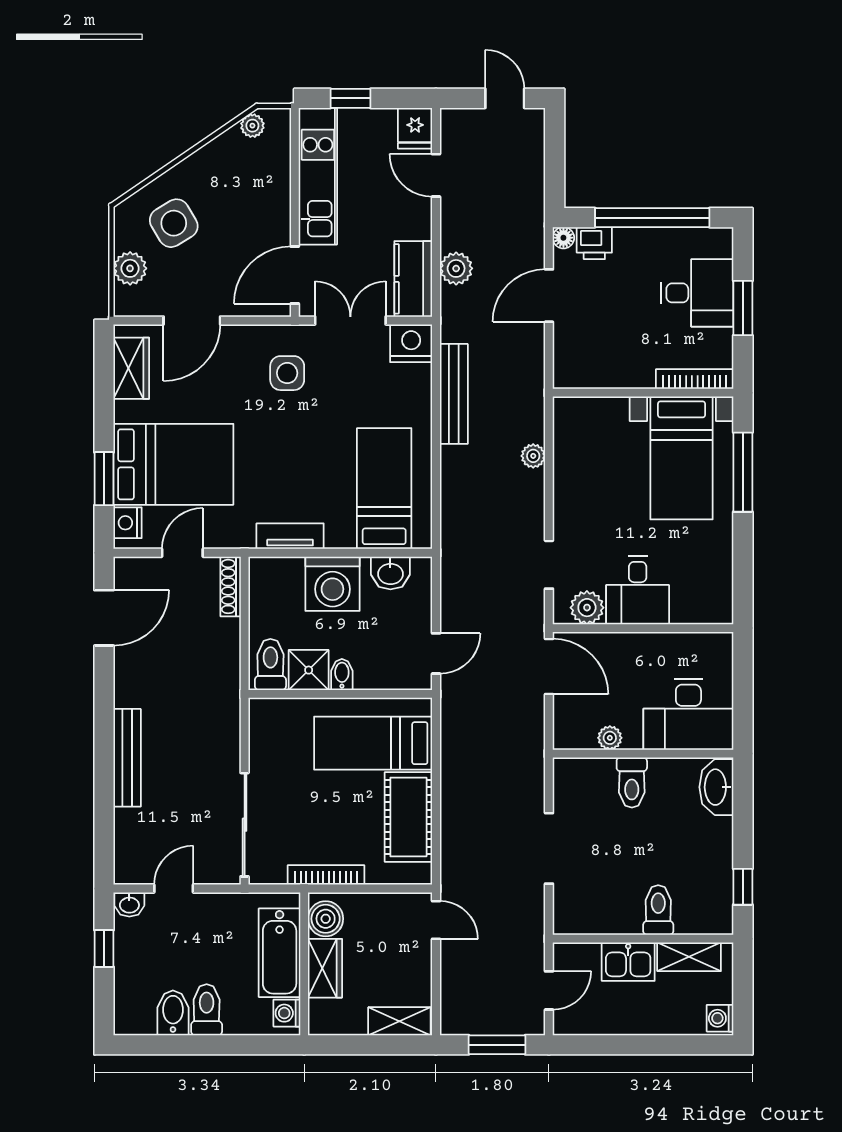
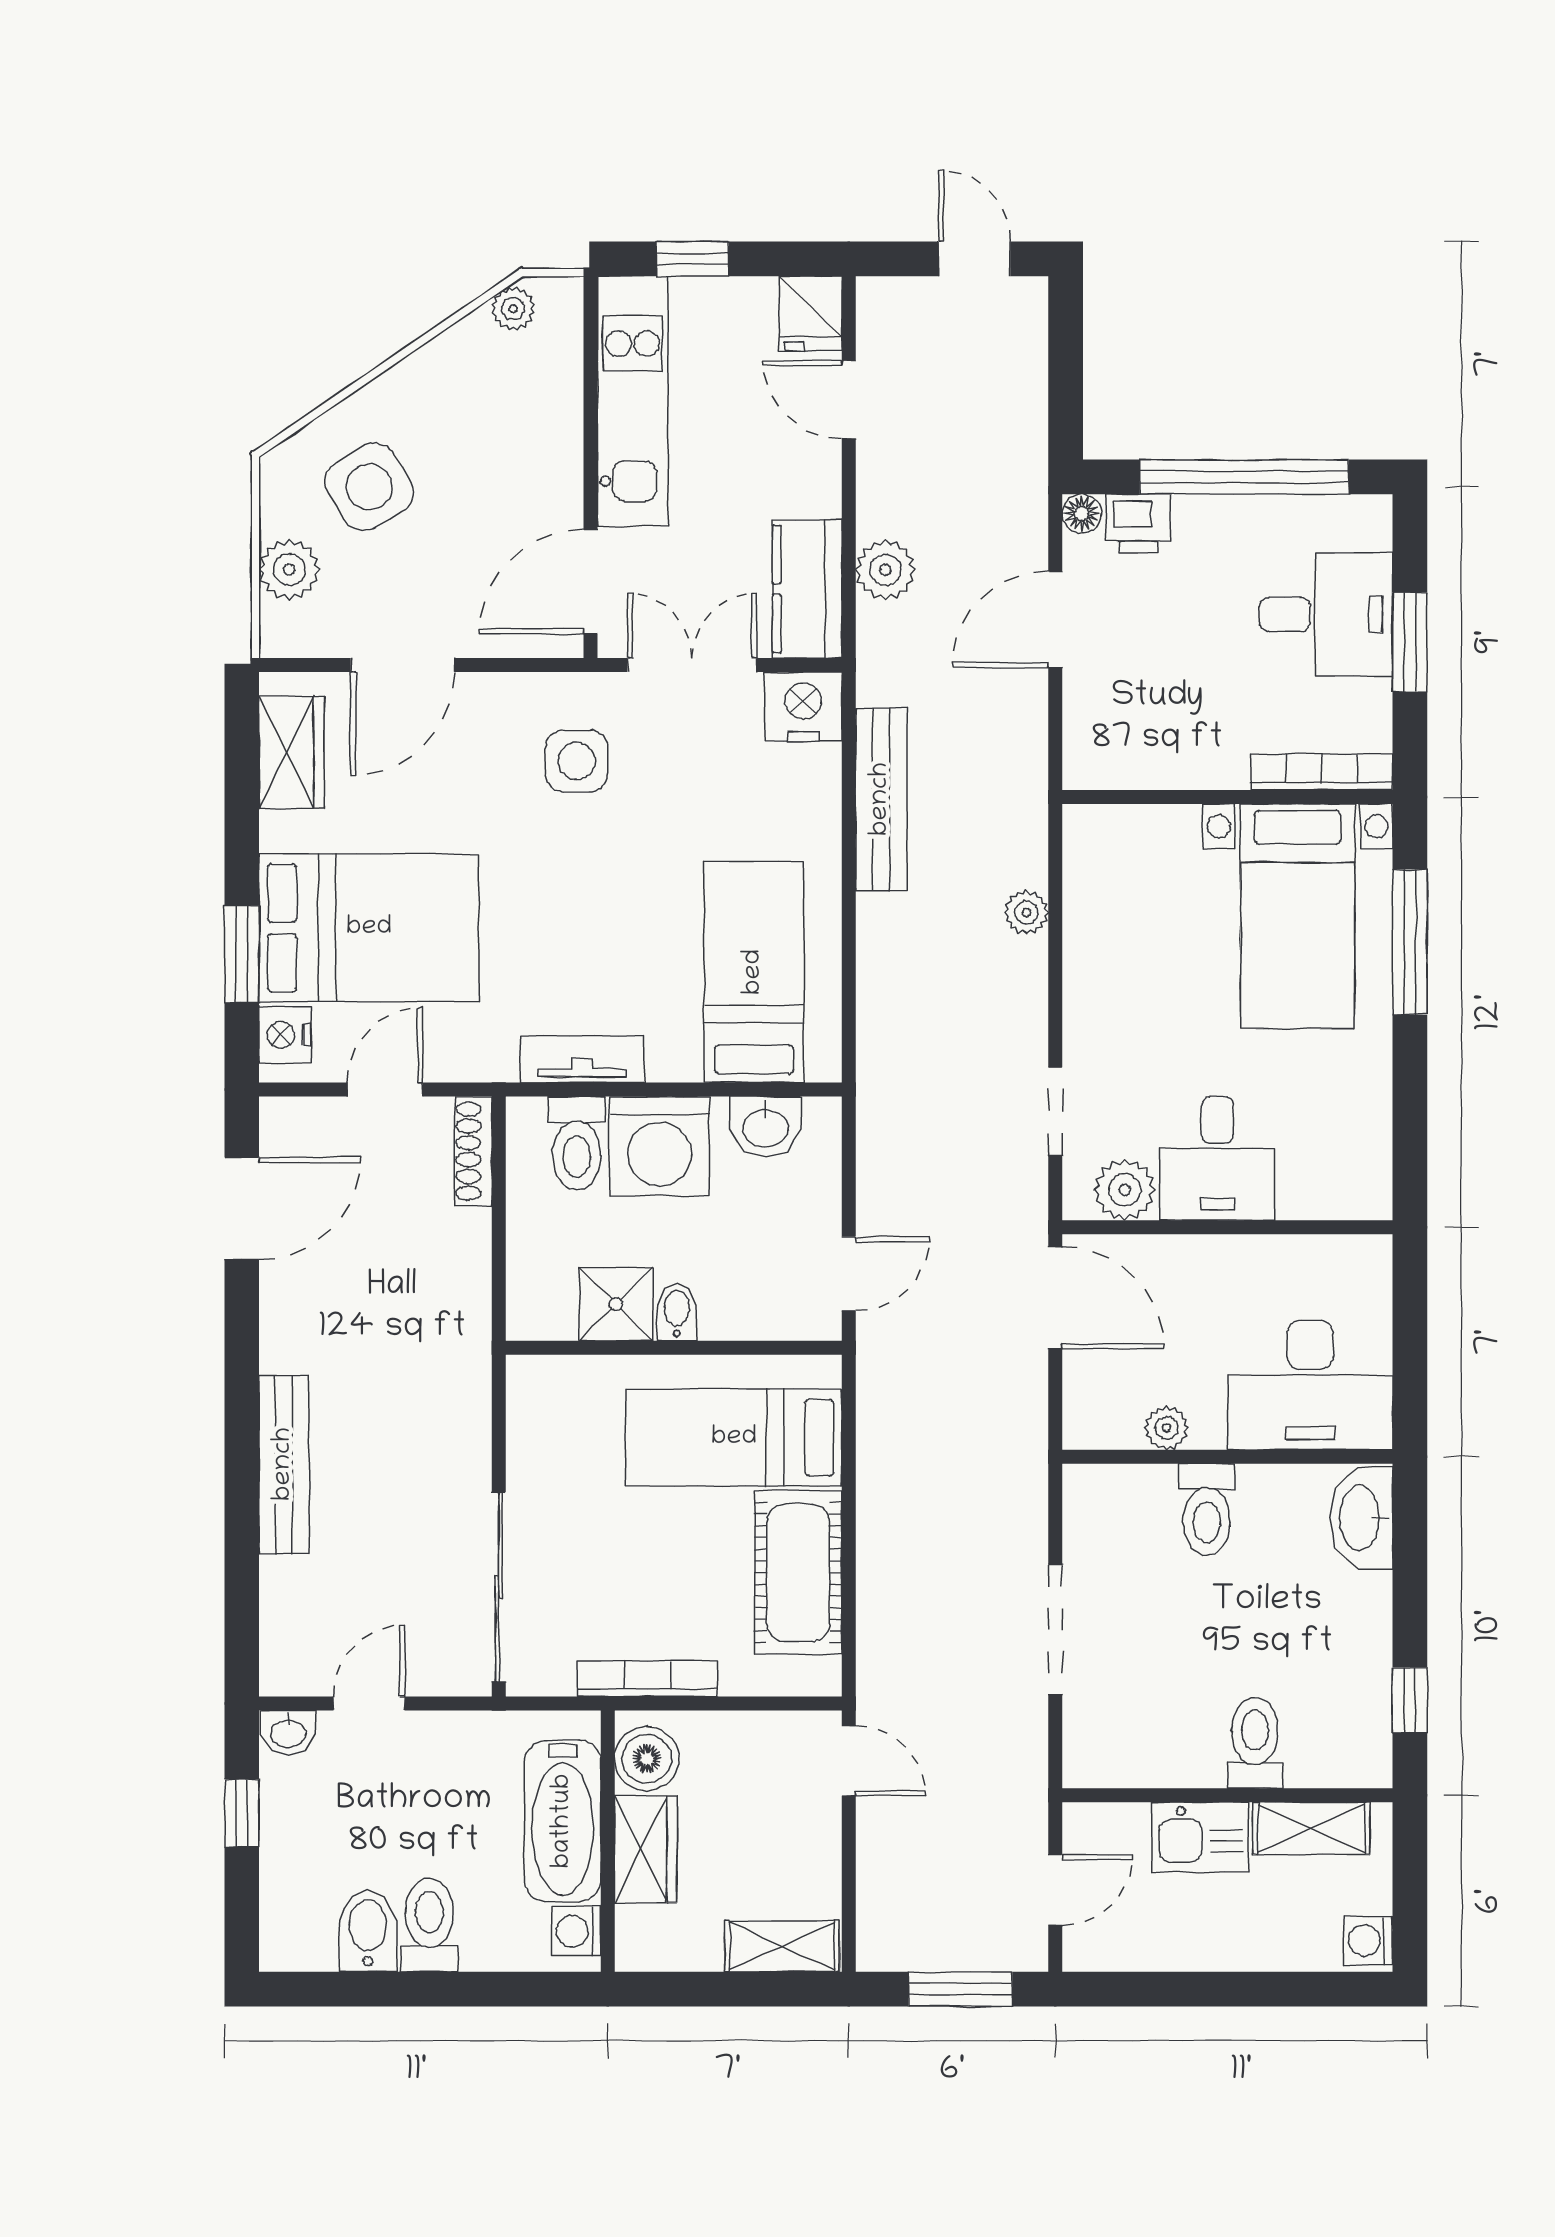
toilet: (270, 665) -> (577, 1143), moved, turned 180

